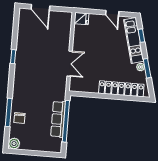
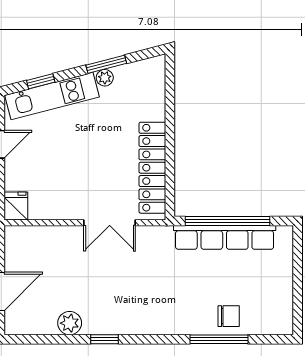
double door: (70, 64) -> (110, 223), swing flipped
locker: (121, 89) -> (152, 168), moved
row of seats: (58, 119) -> (225, 237), width x1.36
plant: (14, 144) -> (70, 323), moved

